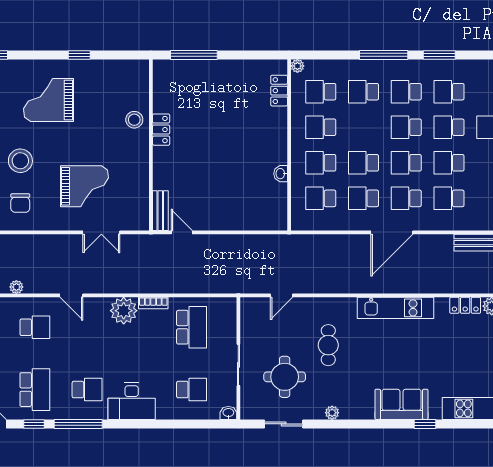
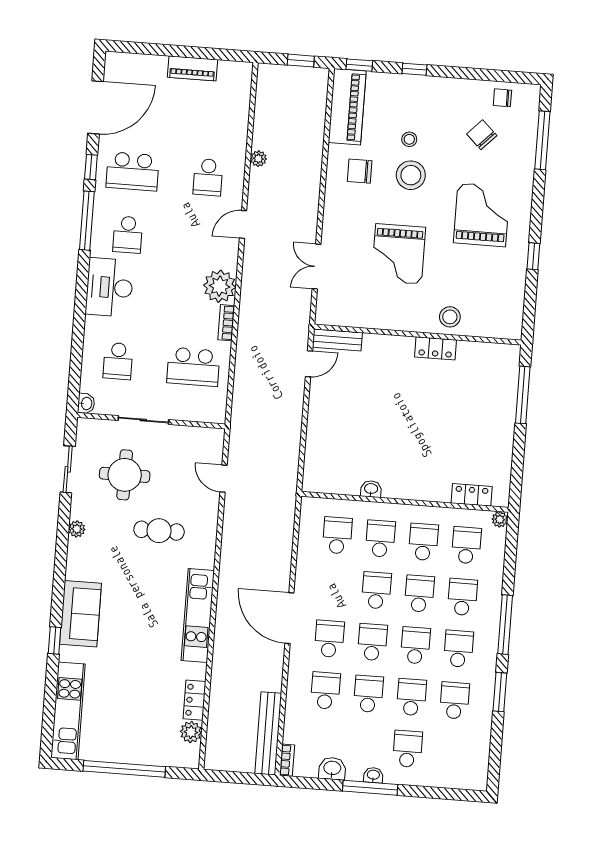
grand piano: (85, 186) -> (398, 254), moved
school desk: (364, 198) -> (419, 594), moved

